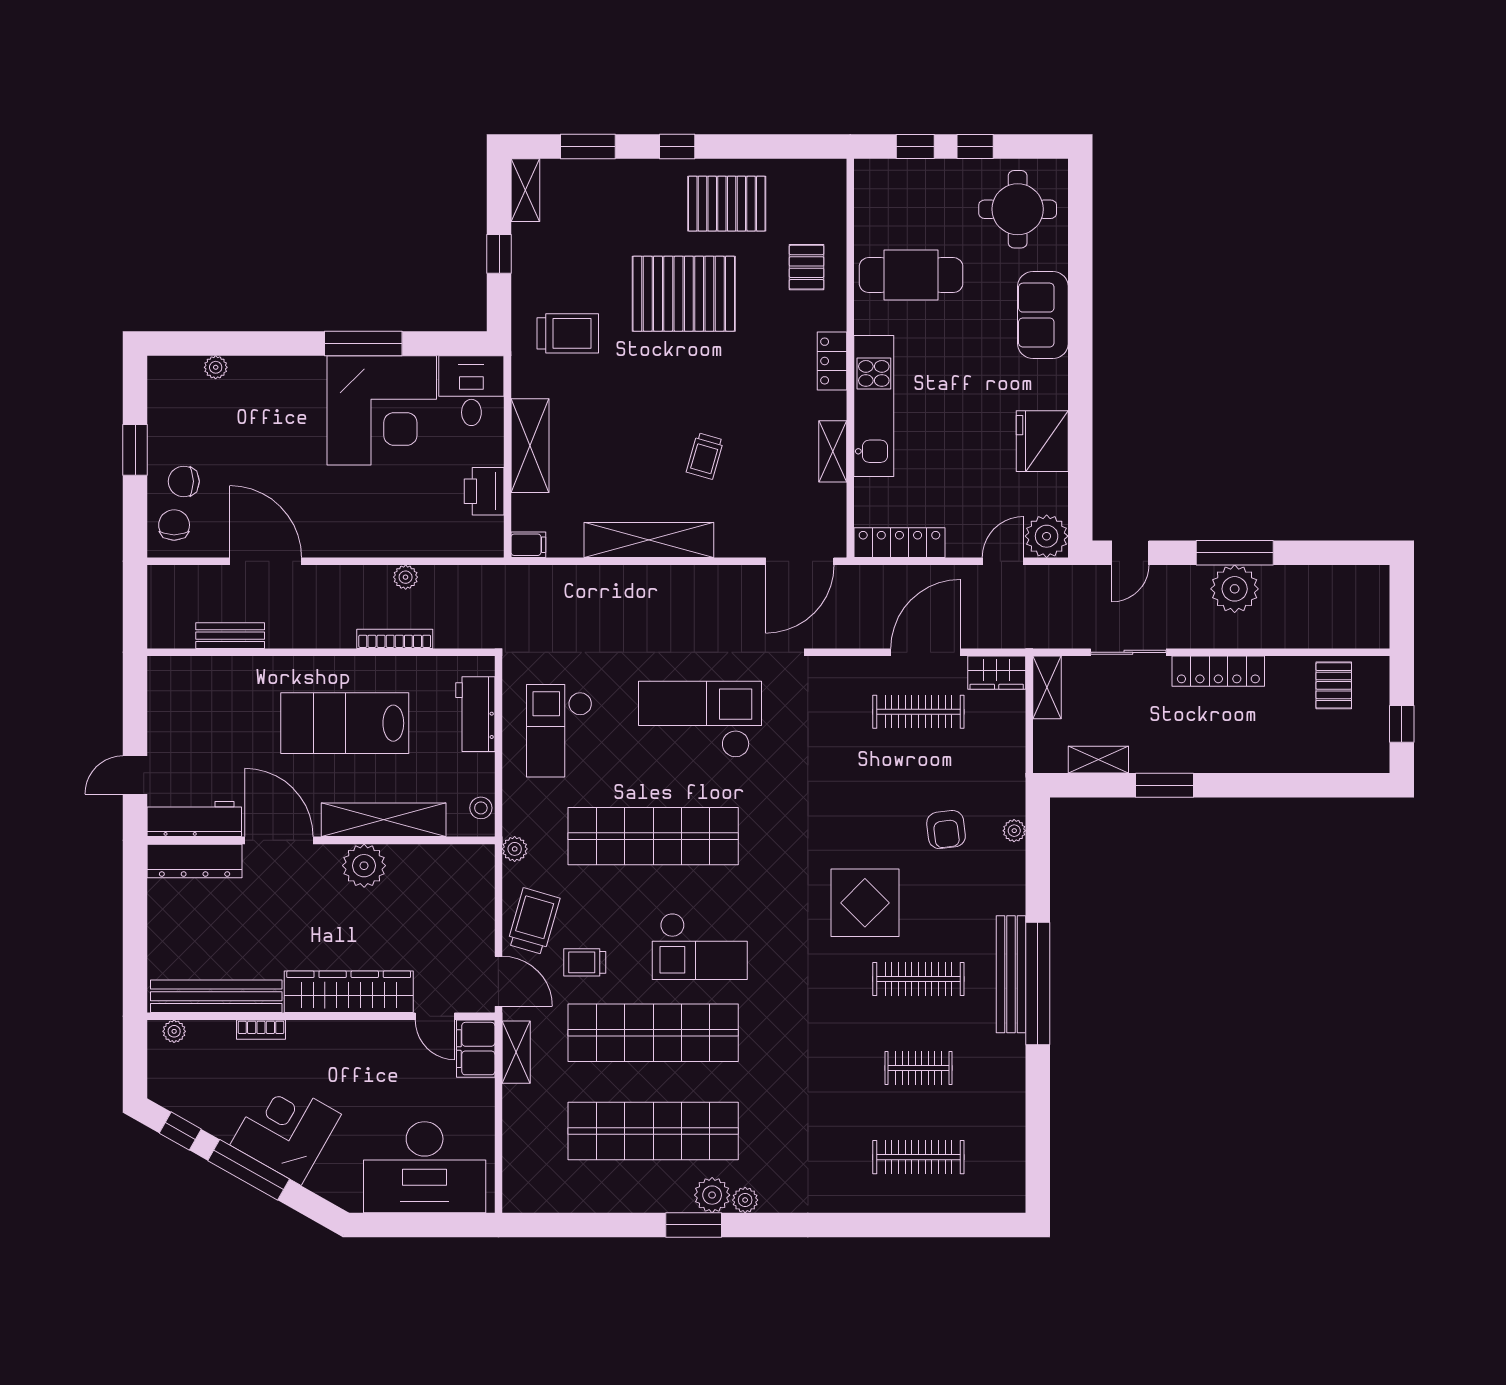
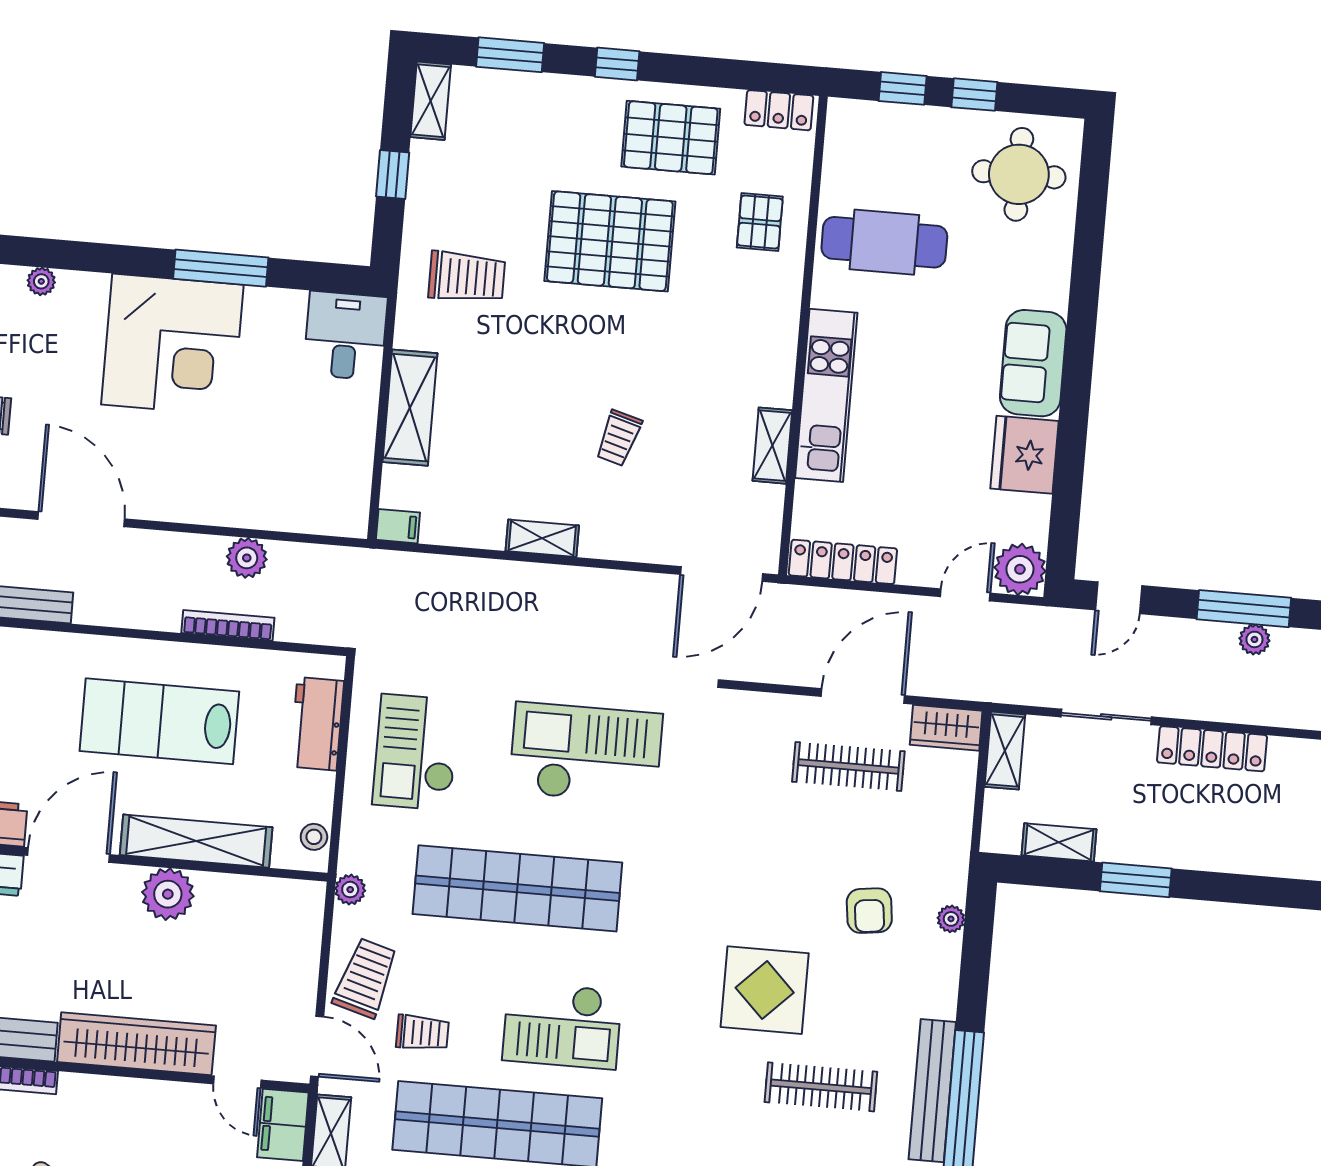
sofa: (1043, 315) -> (1033, 363), moved
locker: (832, 361) -> (779, 110), moved, turned -90
corner desk: (382, 410) -> (172, 345), moved
printer: (484, 491) -> (350, 458), removed
shelving: (649, 540) -> (542, 538), width x0.45, depth x0.75
plant: (406, 577) -> (247, 558), width x1.38, depth x1.38
plant: (1235, 589) -> (1254, 639), width x0.53, depth x0.53
door: (279, 840) -> (69, 855), hinge flipped
trolley: (585, 962) -> (422, 1033), turned 180

